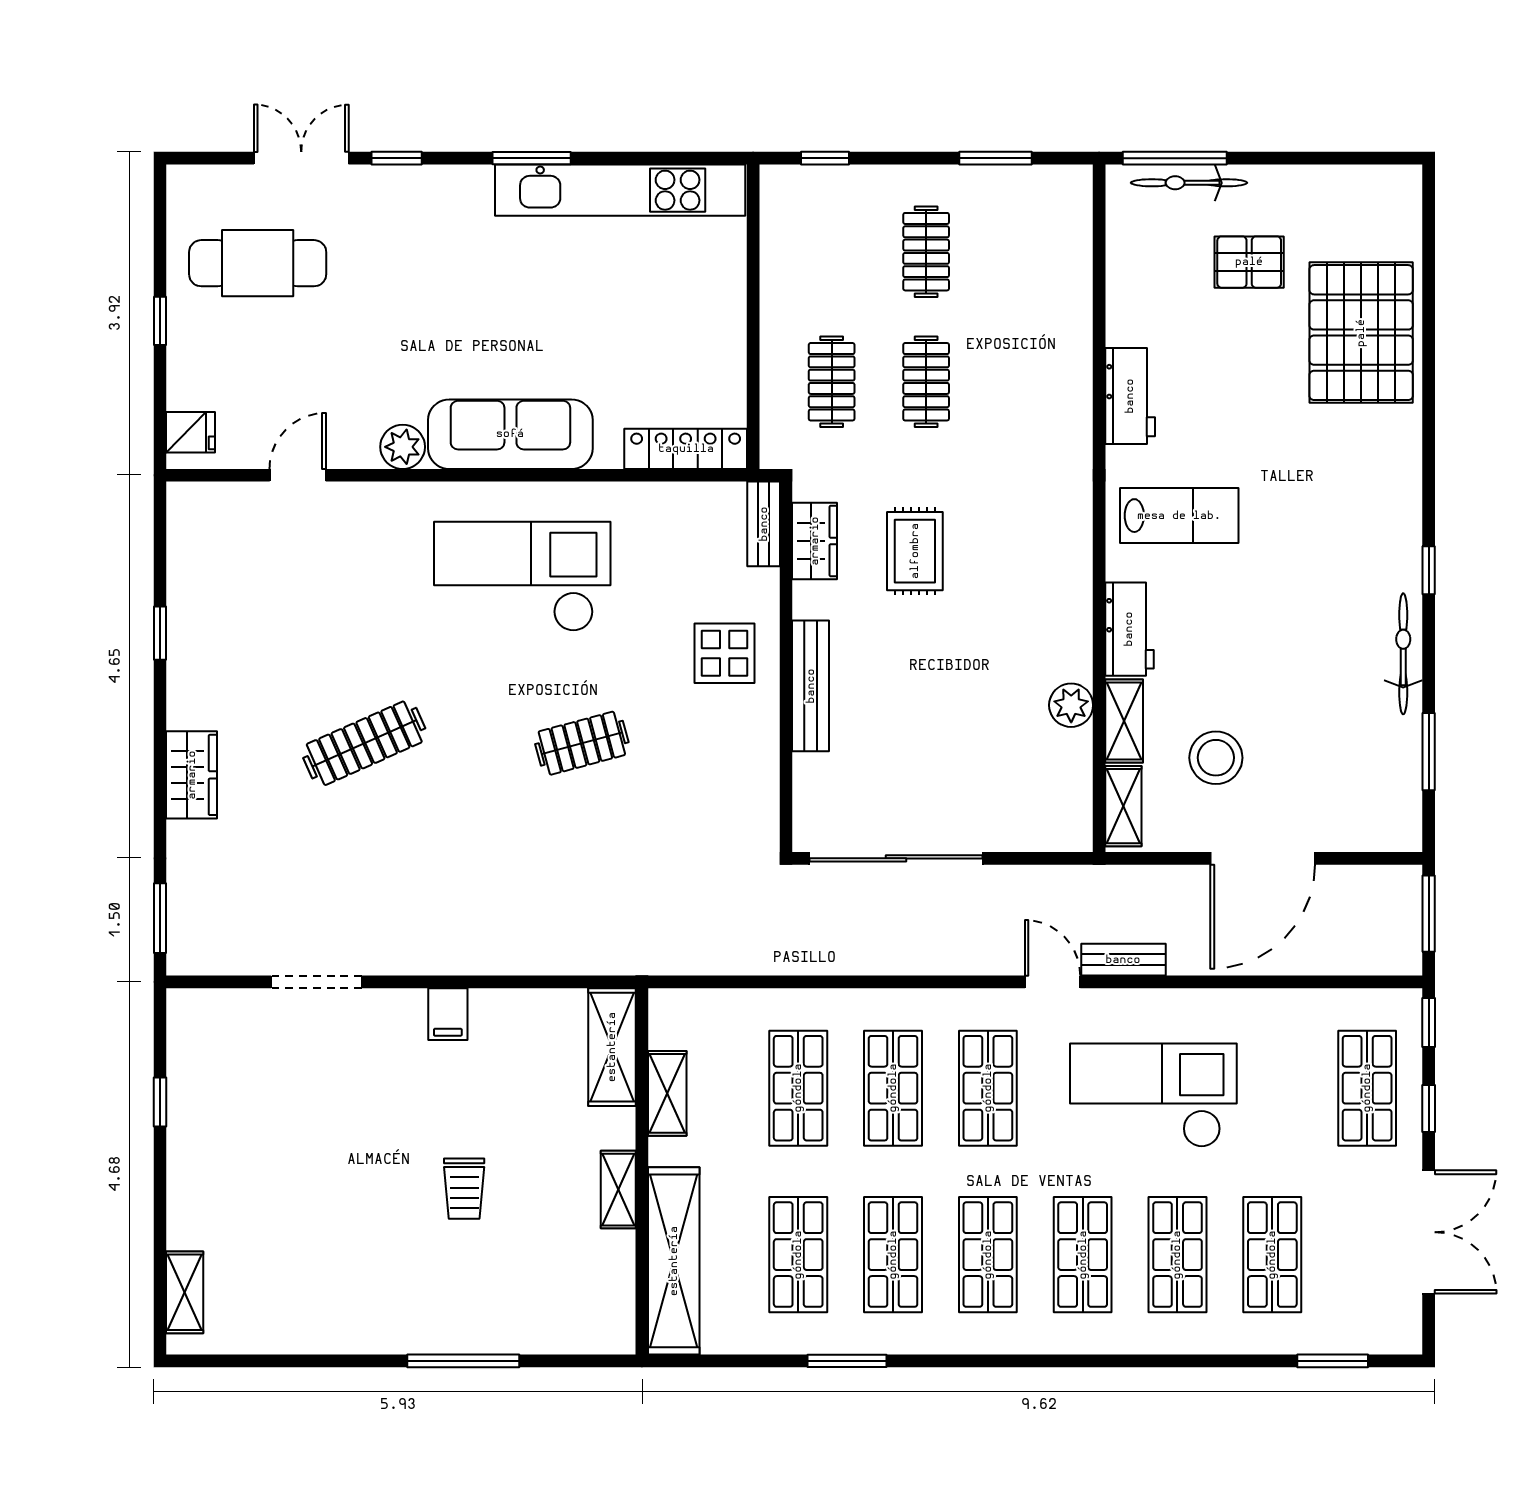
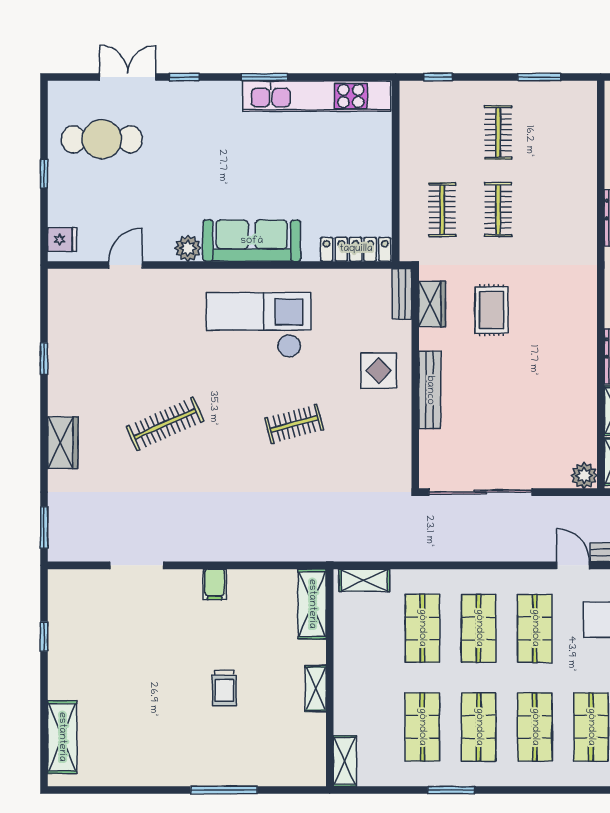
plant: (1071, 705) -> (584, 476), moved
shelving: (667, 1093) -> (364, 580), moved, turned 90
shelving: (674, 1261) -> (345, 761), width x0.45, depth x0.75
shelving: (185, 1292) -> (62, 737), width x1.50, depth x1.33

